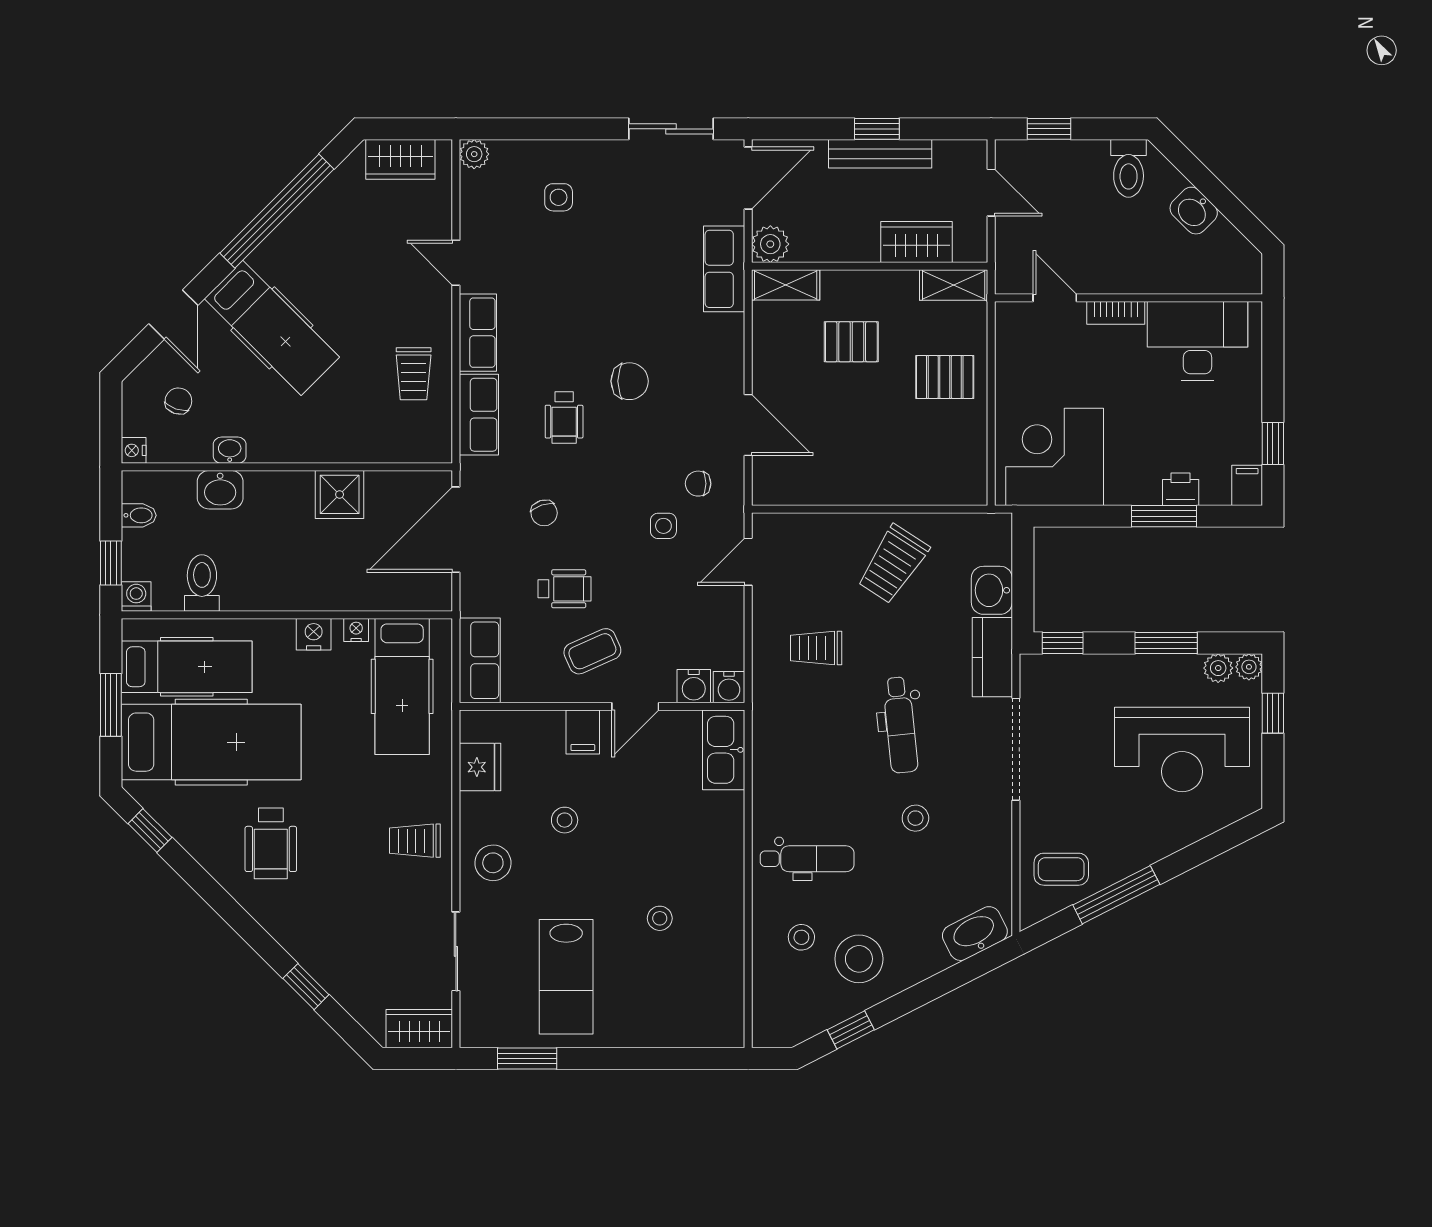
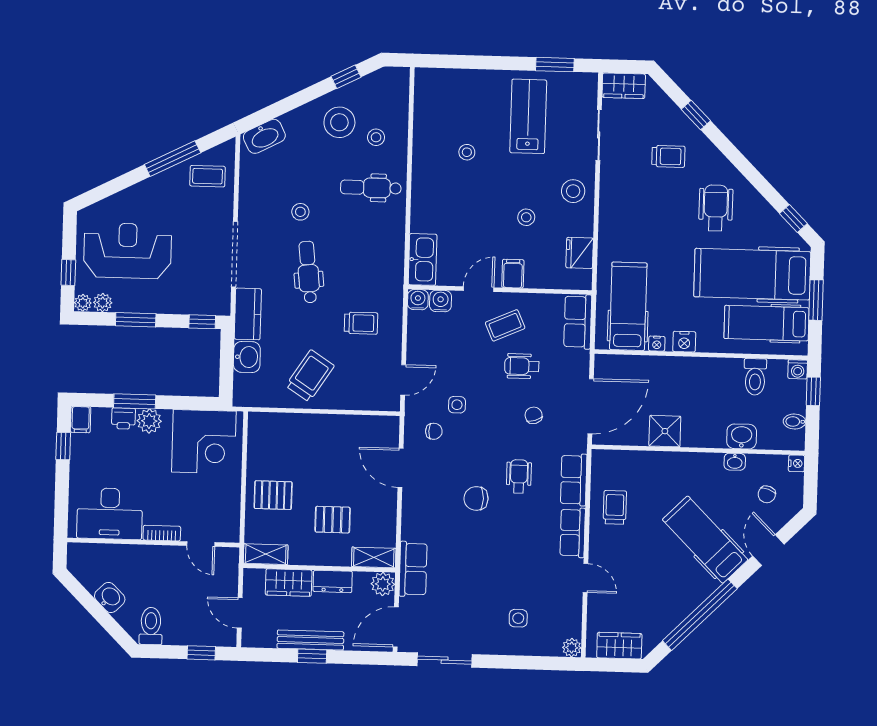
dresser: (848, 246) -> (333, 581), added
plant: (1141, 486) -> (149, 421), added
trolley: (415, 841) -> (668, 156), moved

